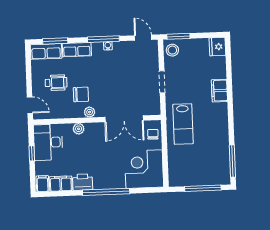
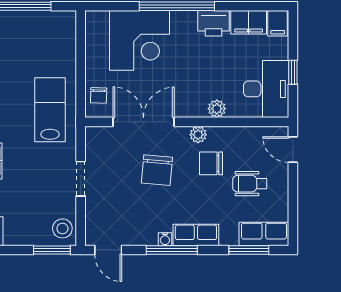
row of seats: (77, 50) -> (196, 235), moved
chair: (115, 89) -> (157, 170), added
corner desk: (144, 169) -> (140, 40), moved

